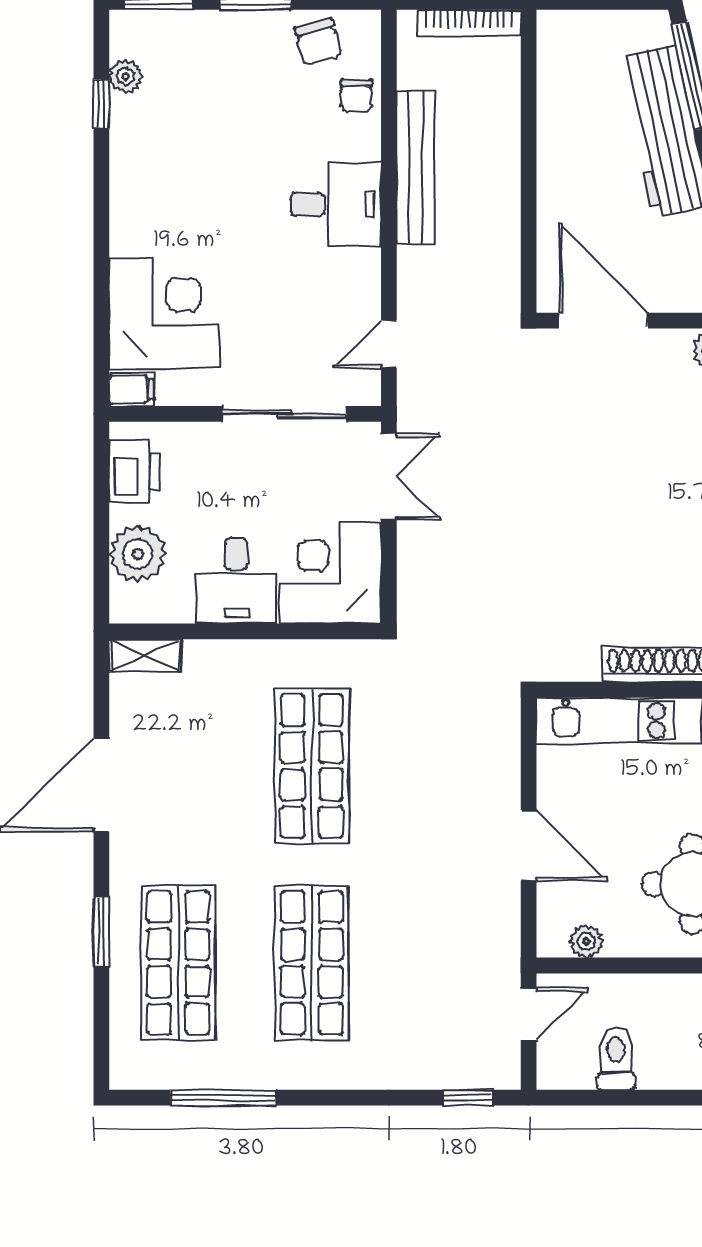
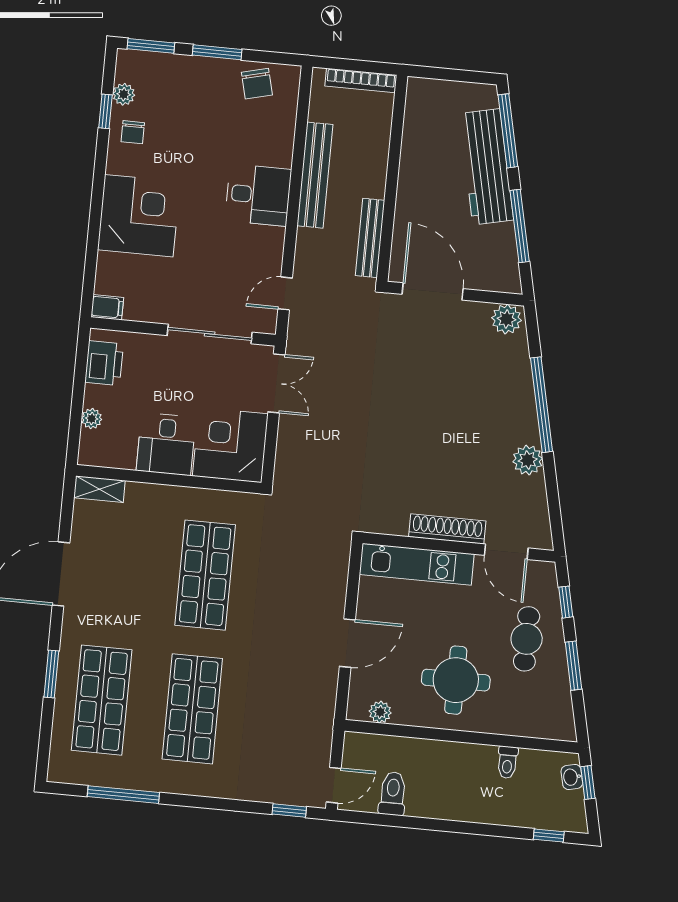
chair: (356, 96) -> (133, 132), moved
bench: (505, 251) -> (370, 238), added
corner desk: (165, 314) -> (139, 216), moved
plant: (138, 554) -> (92, 419), width x0.53, depth x0.53
door: (529, 845) -> (347, 643), hinge flipped
door: (529, 1014) -> (334, 785), moved

